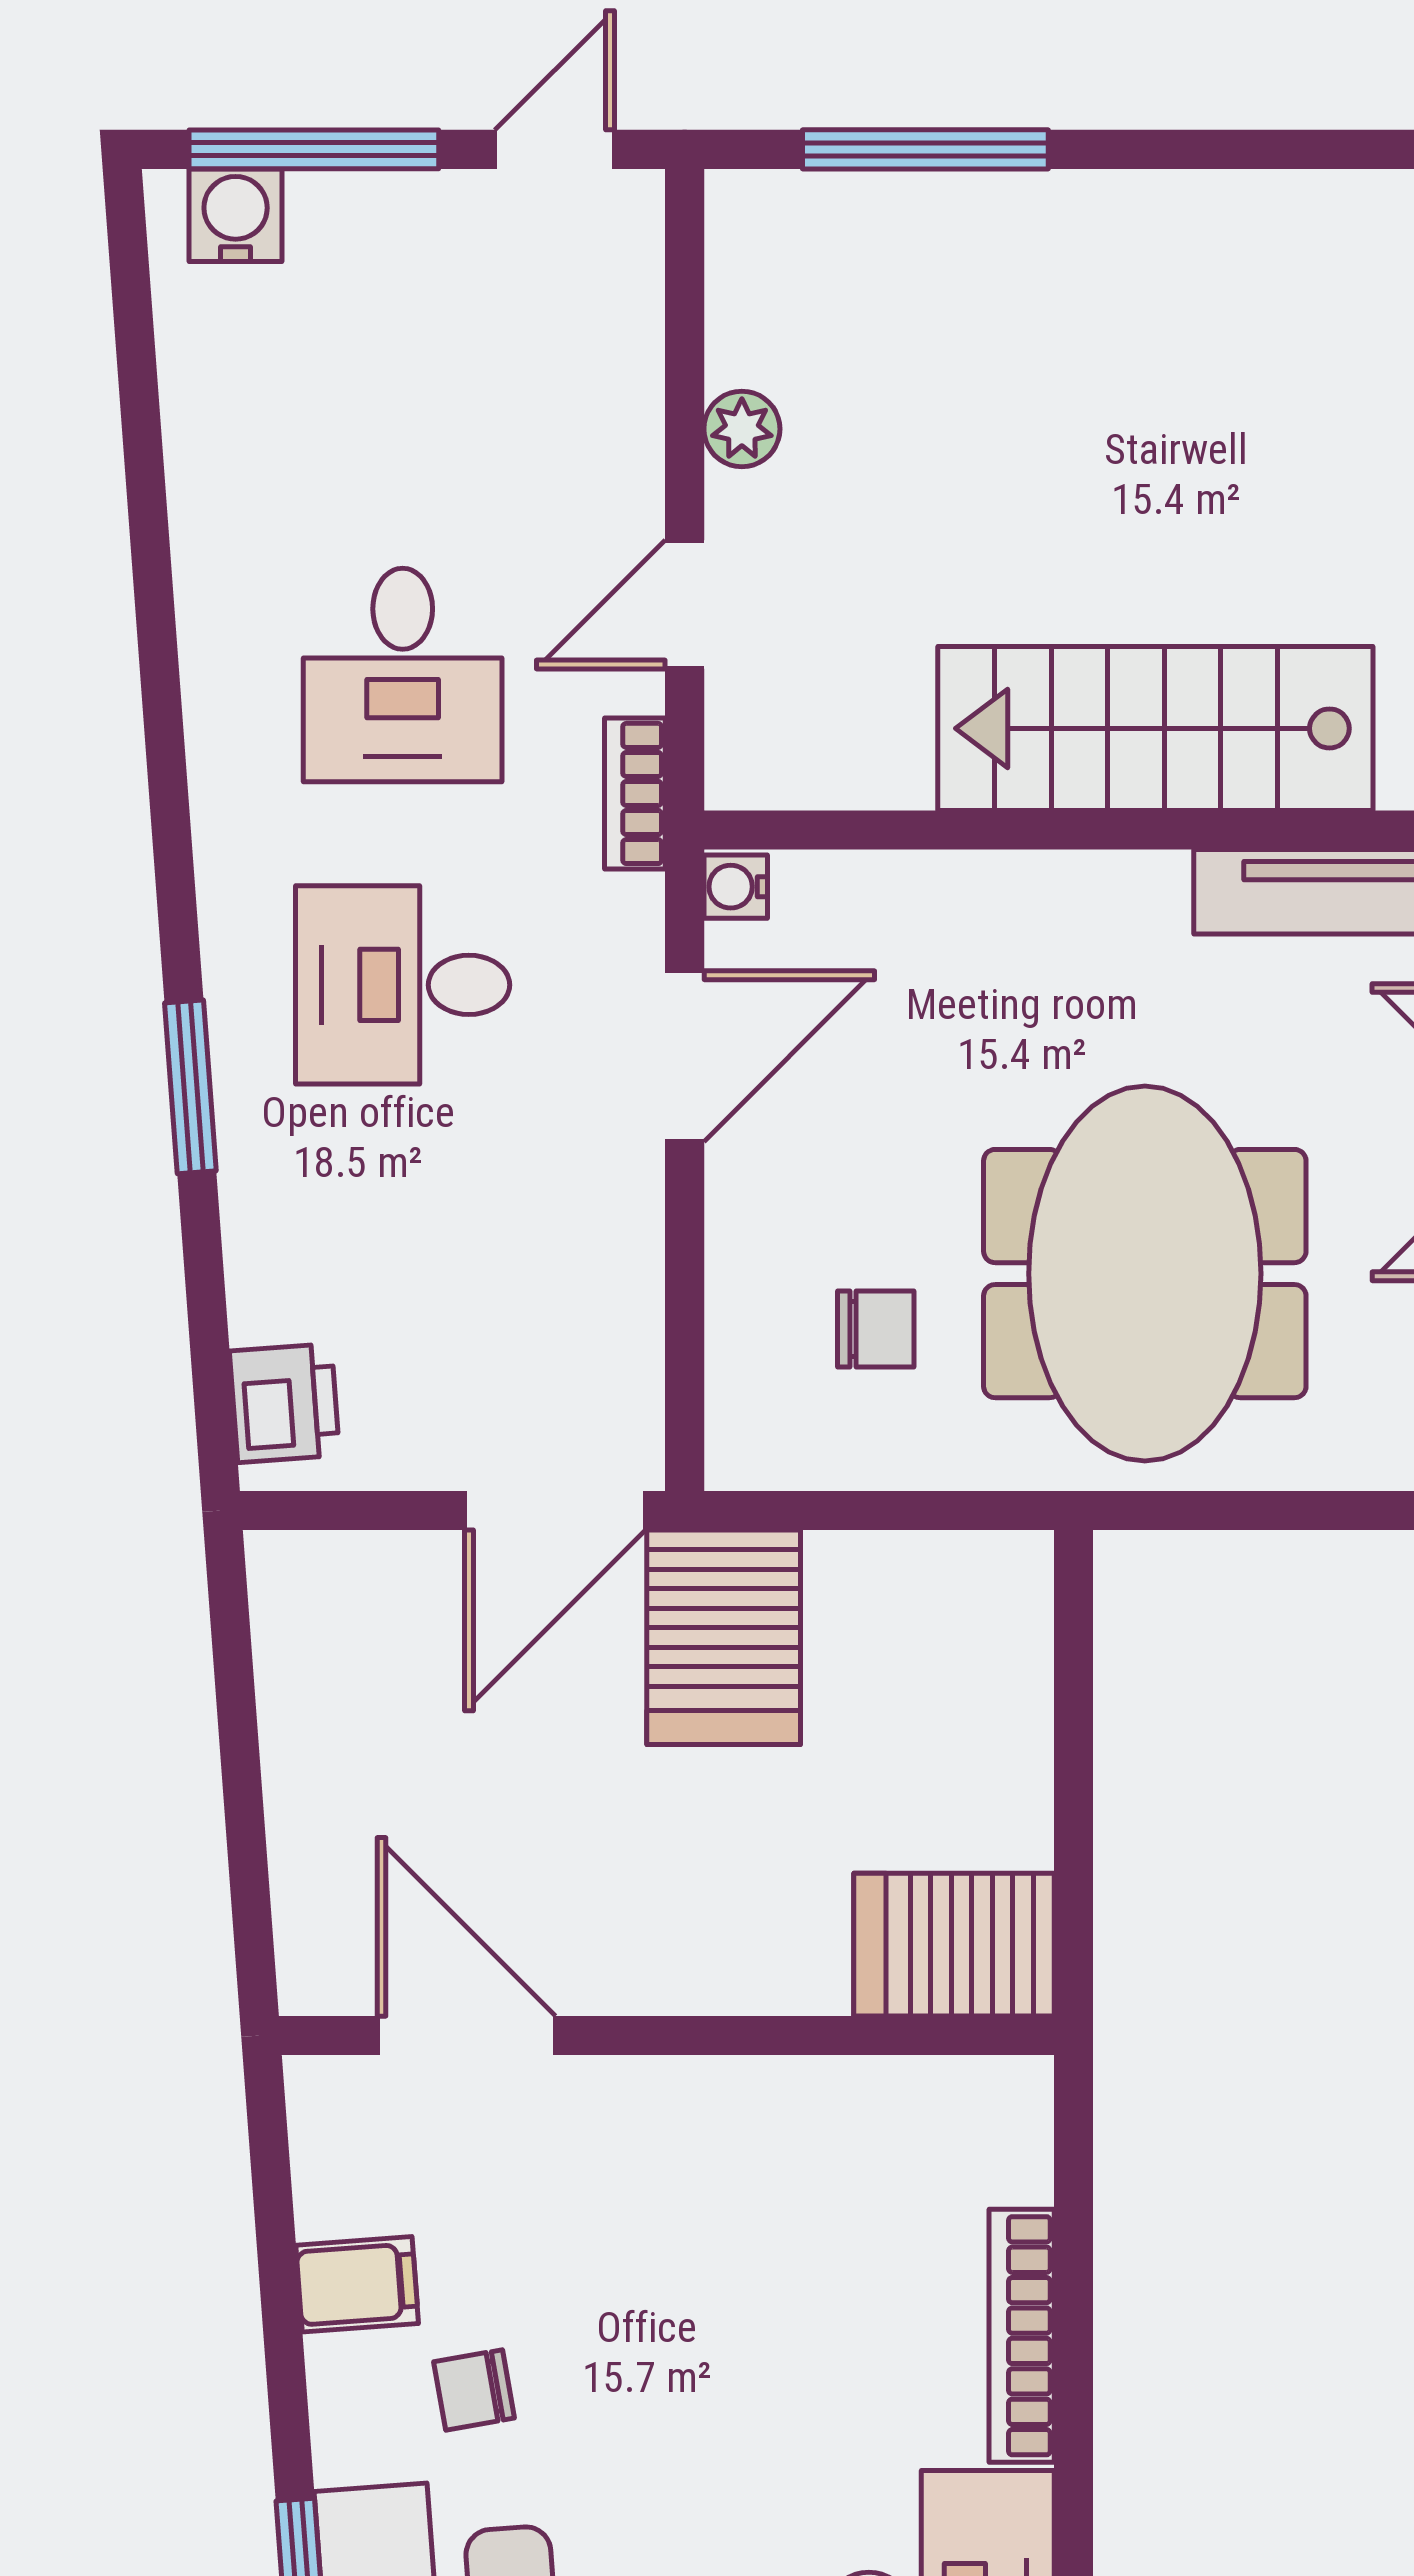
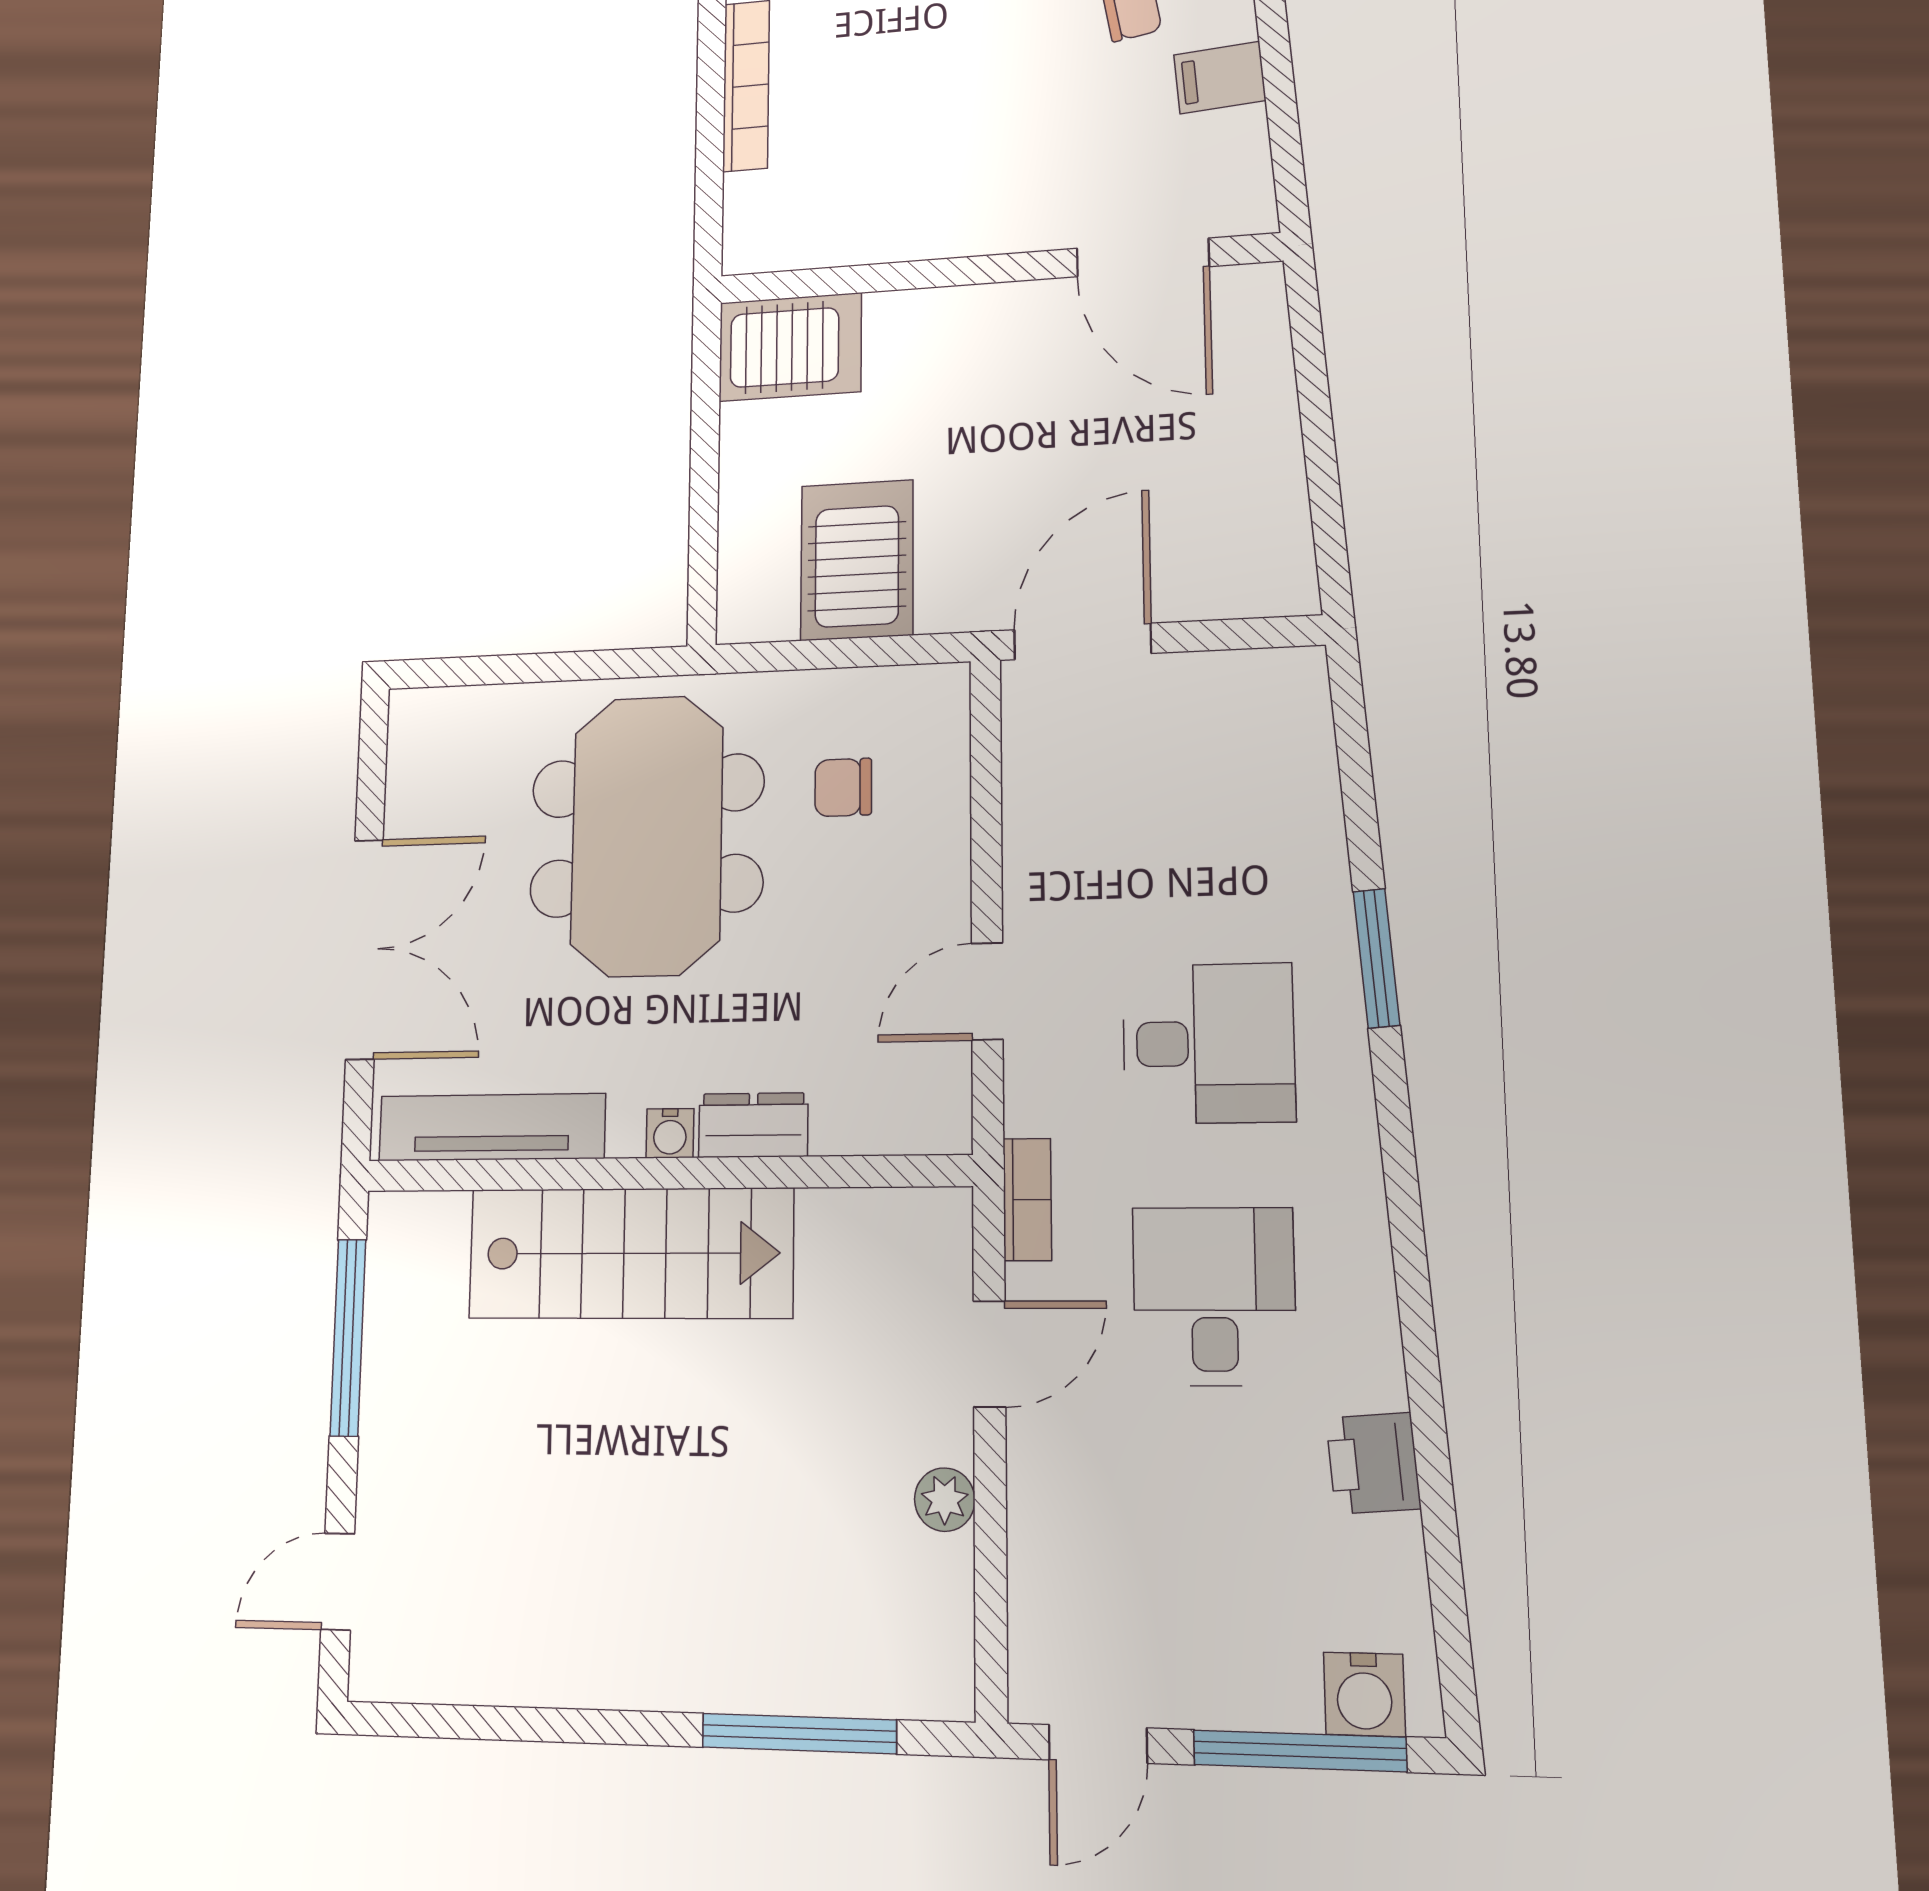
water cooler: (736, 887) -> (670, 1133), moved, turned 90
dresser: (993, 890) -> (753, 1125), added
door: (685, 1056) -> (987, 991), width x0.73
printer: (284, 1403) -> (1373, 1463), moved
server rack: (724, 1637) -> (857, 560), moved

